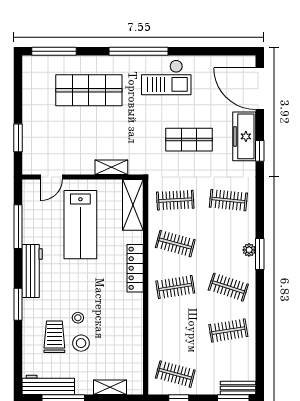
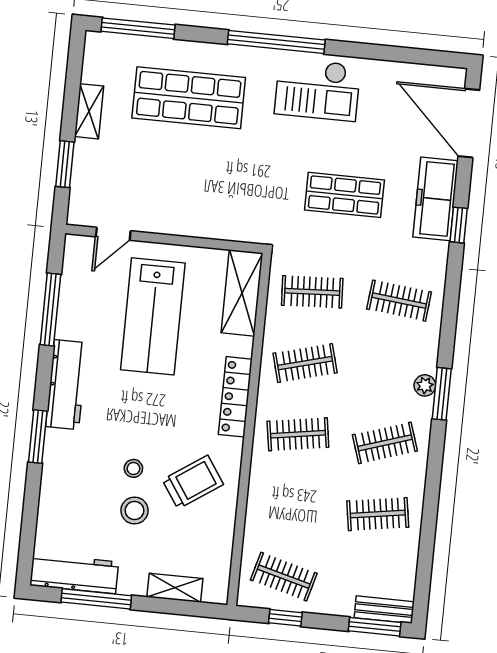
shelving: (111, 167) -> (89, 111), moved, turned 90
clothes rail: (175, 244) -> (305, 363), turned -30
clothes rail: (228, 287) -> (385, 443), turned -36
trolley: (54, 337) -> (193, 482), moved, turned 56

